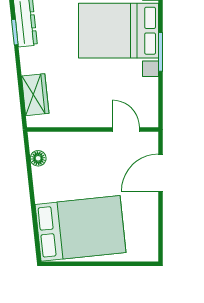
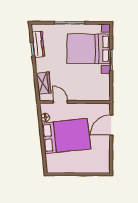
door: (126, 130) -> (60, 102), moved
bed: (81, 228) -> (66, 136), moved

